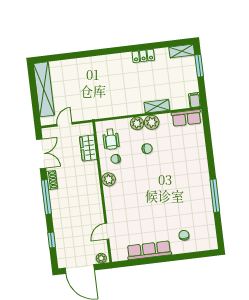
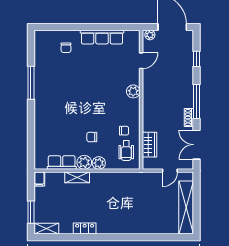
row of seats: (186, 118) -> (62, 163), moved
wheelchair: (111, 139) -> (126, 151), turned 180
plant: (109, 179) -> (133, 91), moved

